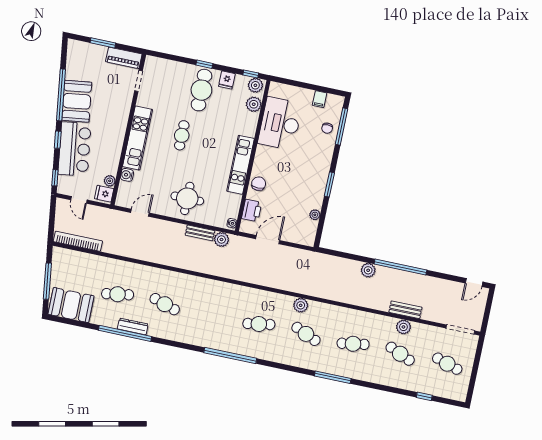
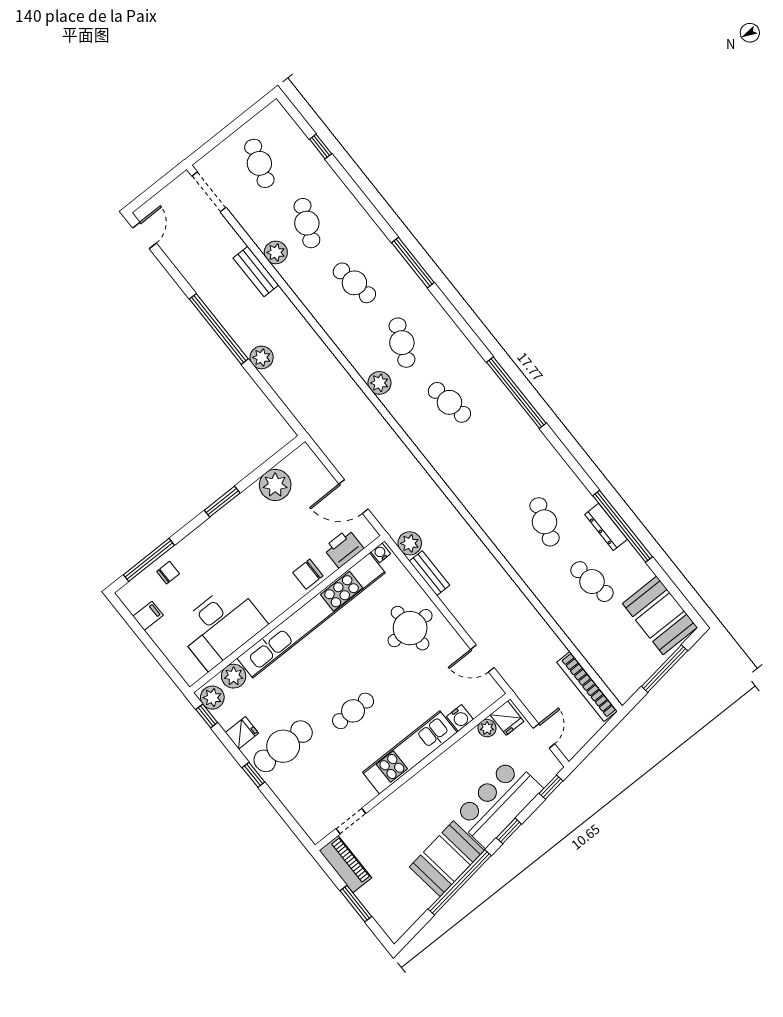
kitchen unit: (240, 165) -> (311, 615), width x1.86
plant: (315, 215) -> (275, 485), width x1.88, depth x1.88
door: (474, 282) -> (144, 235), hinge flipped

